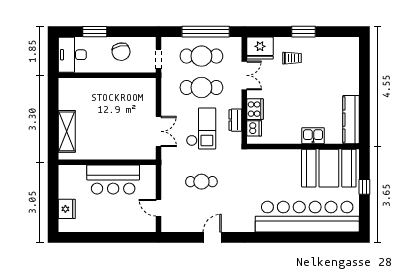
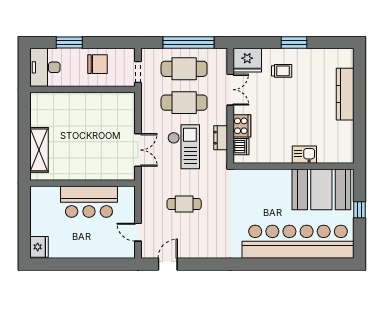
chair: (121, 52) -> (97, 64), turned -78
kitchen counter: (351, 120) -> (345, 94), moved
fridge: (67, 209) -> (39, 247), moved
door: (212, 237) -> (168, 264), moved

